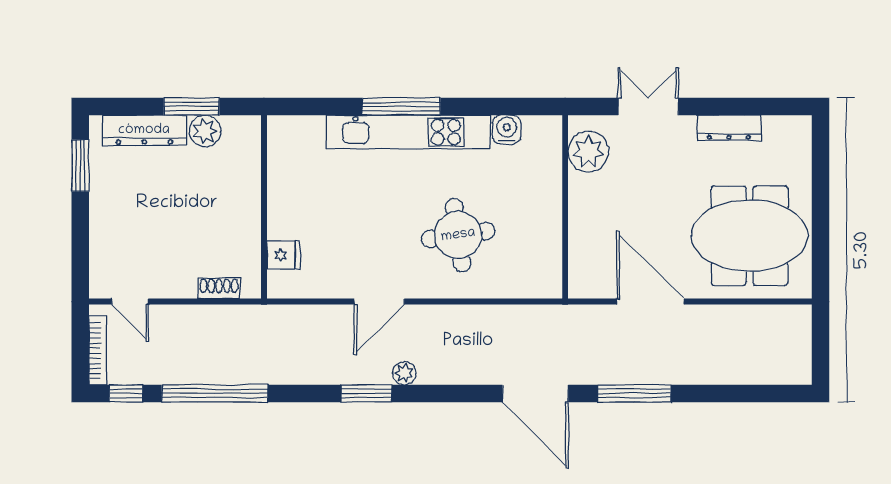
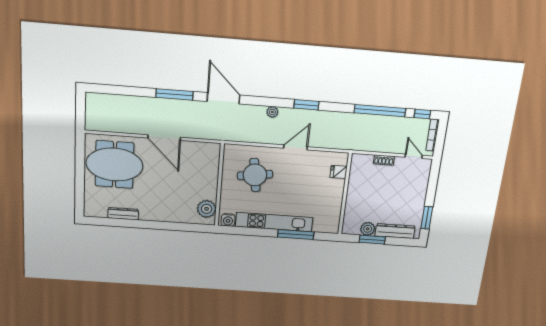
window: (401, 107) -> (296, 234), moved
double door: (648, 107) -> (161, 225), removed
plant: (588, 152) -> (207, 209), moved
wall: (565, 207) -> (219, 185), moved
shoe rack: (219, 289) -> (384, 160), moved
plant: (404, 373) -> (272, 112), moved

